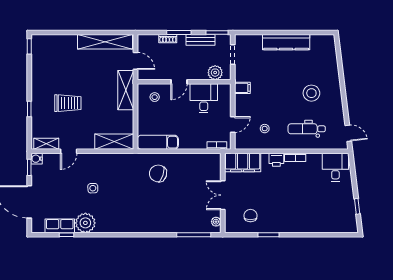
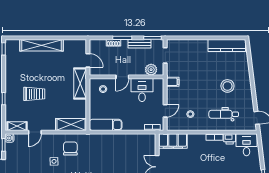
shelving: (105, 42) -> (42, 45), moved
kitchen counter: (286, 42) -> (227, 46), moved
printer: (276, 160) -> (230, 139), moved
chair: (158, 173) -> (70, 148), moved, turned 71

